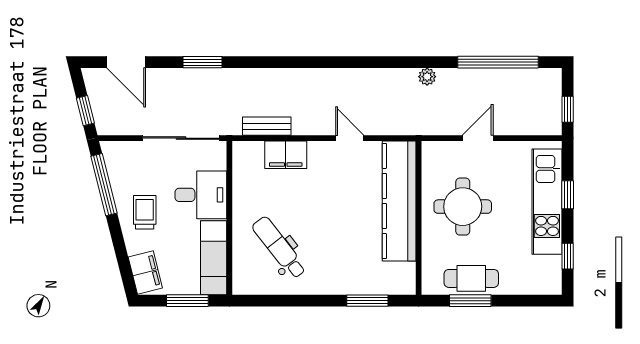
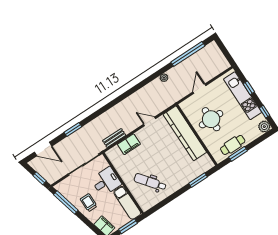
window: (568, 109) -> (227, 54), removed
plant: (550, 283) -> (264, 127), added

